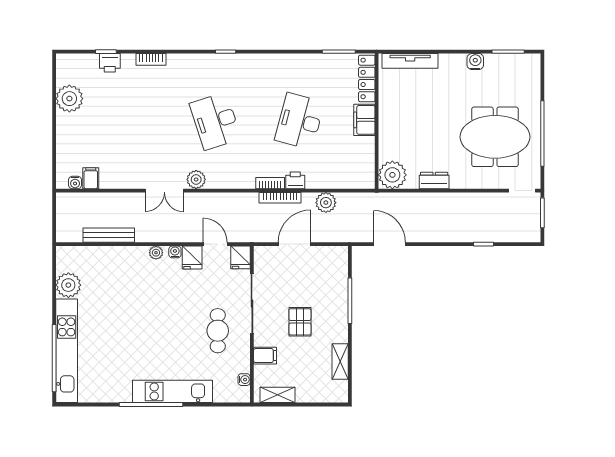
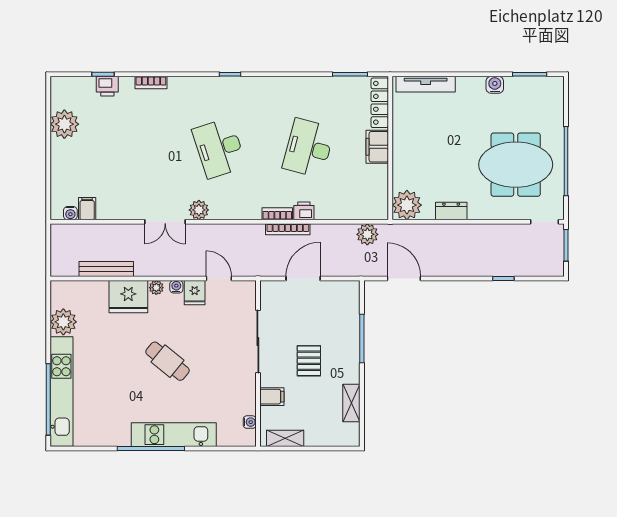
plant: (326, 203) -> (367, 234), moved
fridge: (240, 257) -> (128, 297), moved, width x1.88, depth x1.34
cafe table: (218, 331) -> (168, 361), moved, turned -51

